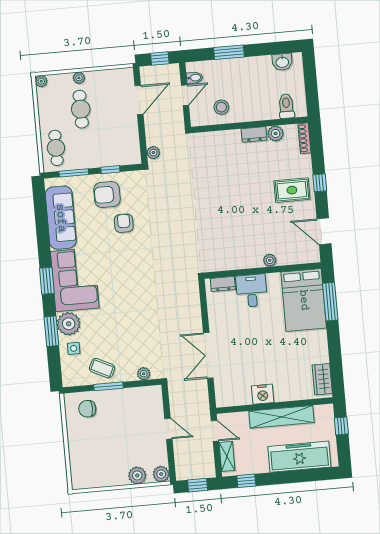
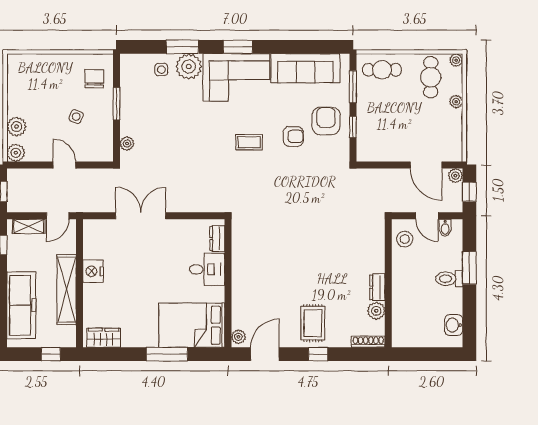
toilet: (286, 106) -> (449, 279), moved, turned 180
stool: (221, 107) -> (405, 239), moved
cafe table: (81, 109) -> (431, 77), moved, turned 90
plant: (153, 153) -> (455, 176), moved
plant: (270, 260) -> (238, 337), moved
window: (330, 302) -> (167, 354), moved
coffee table: (102, 368) -> (249, 142), moved, turned 64
side table: (123, 422) -> (76, 117), added
door: (168, 429) -> (64, 165), swing flipped

